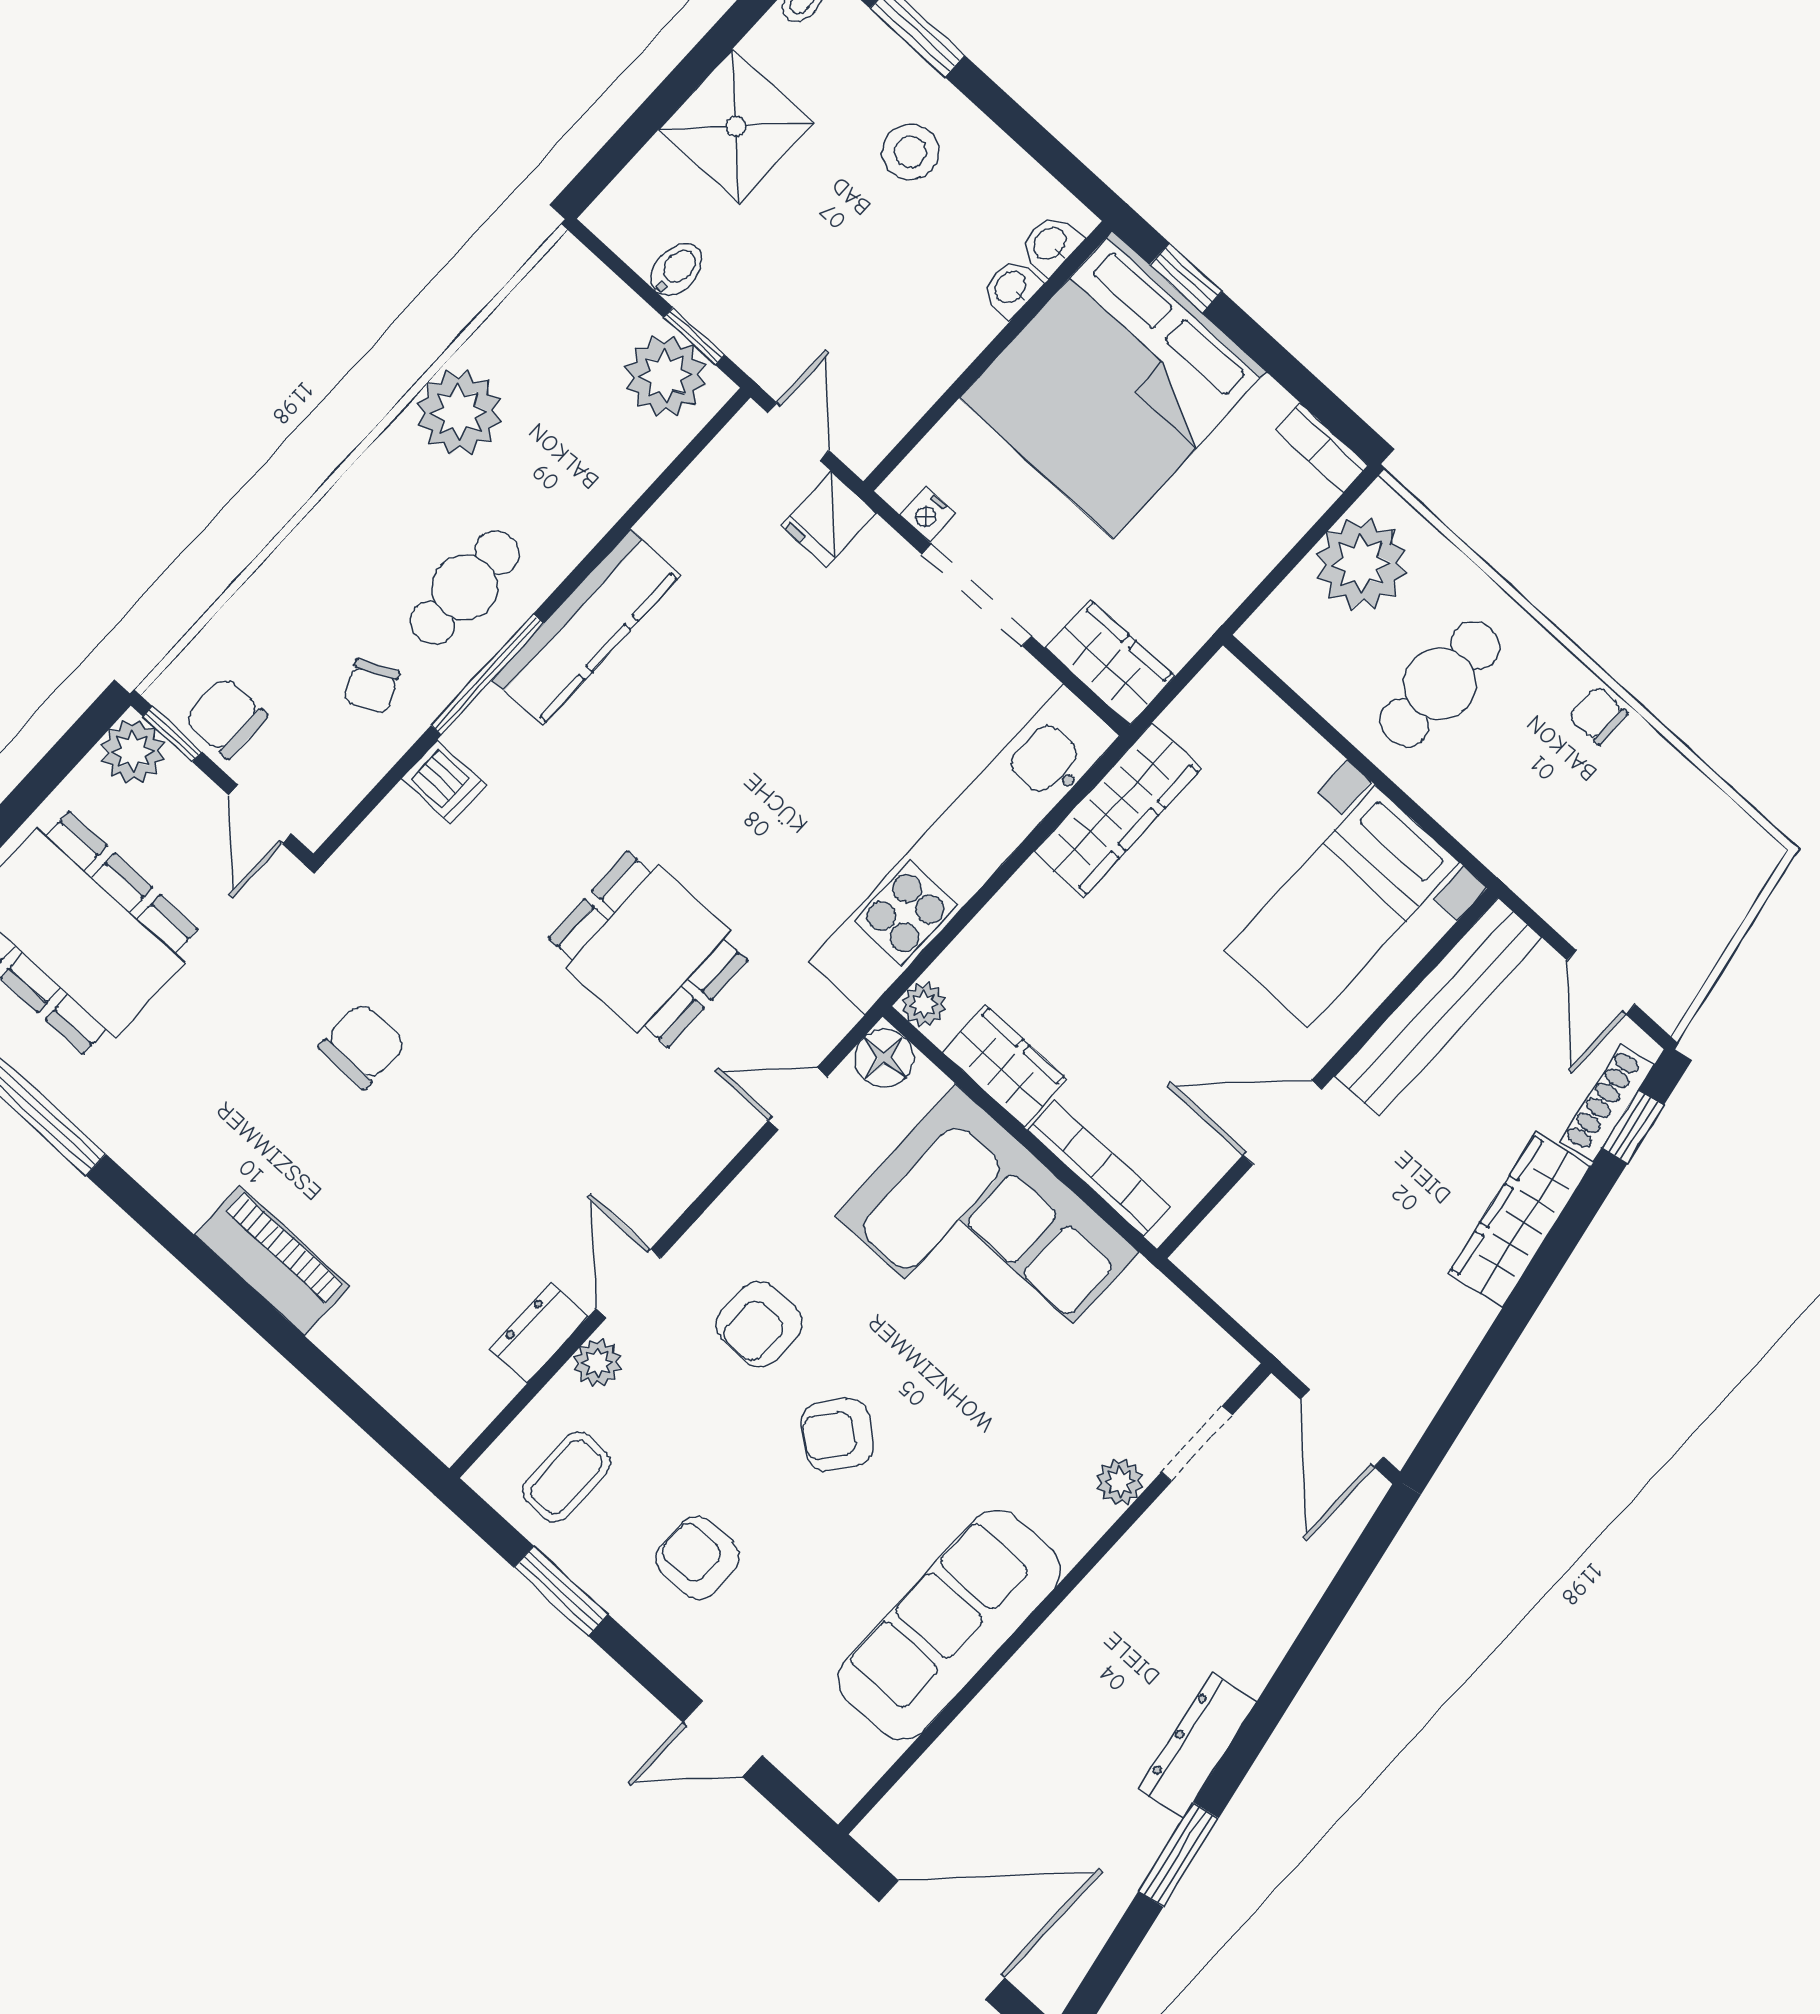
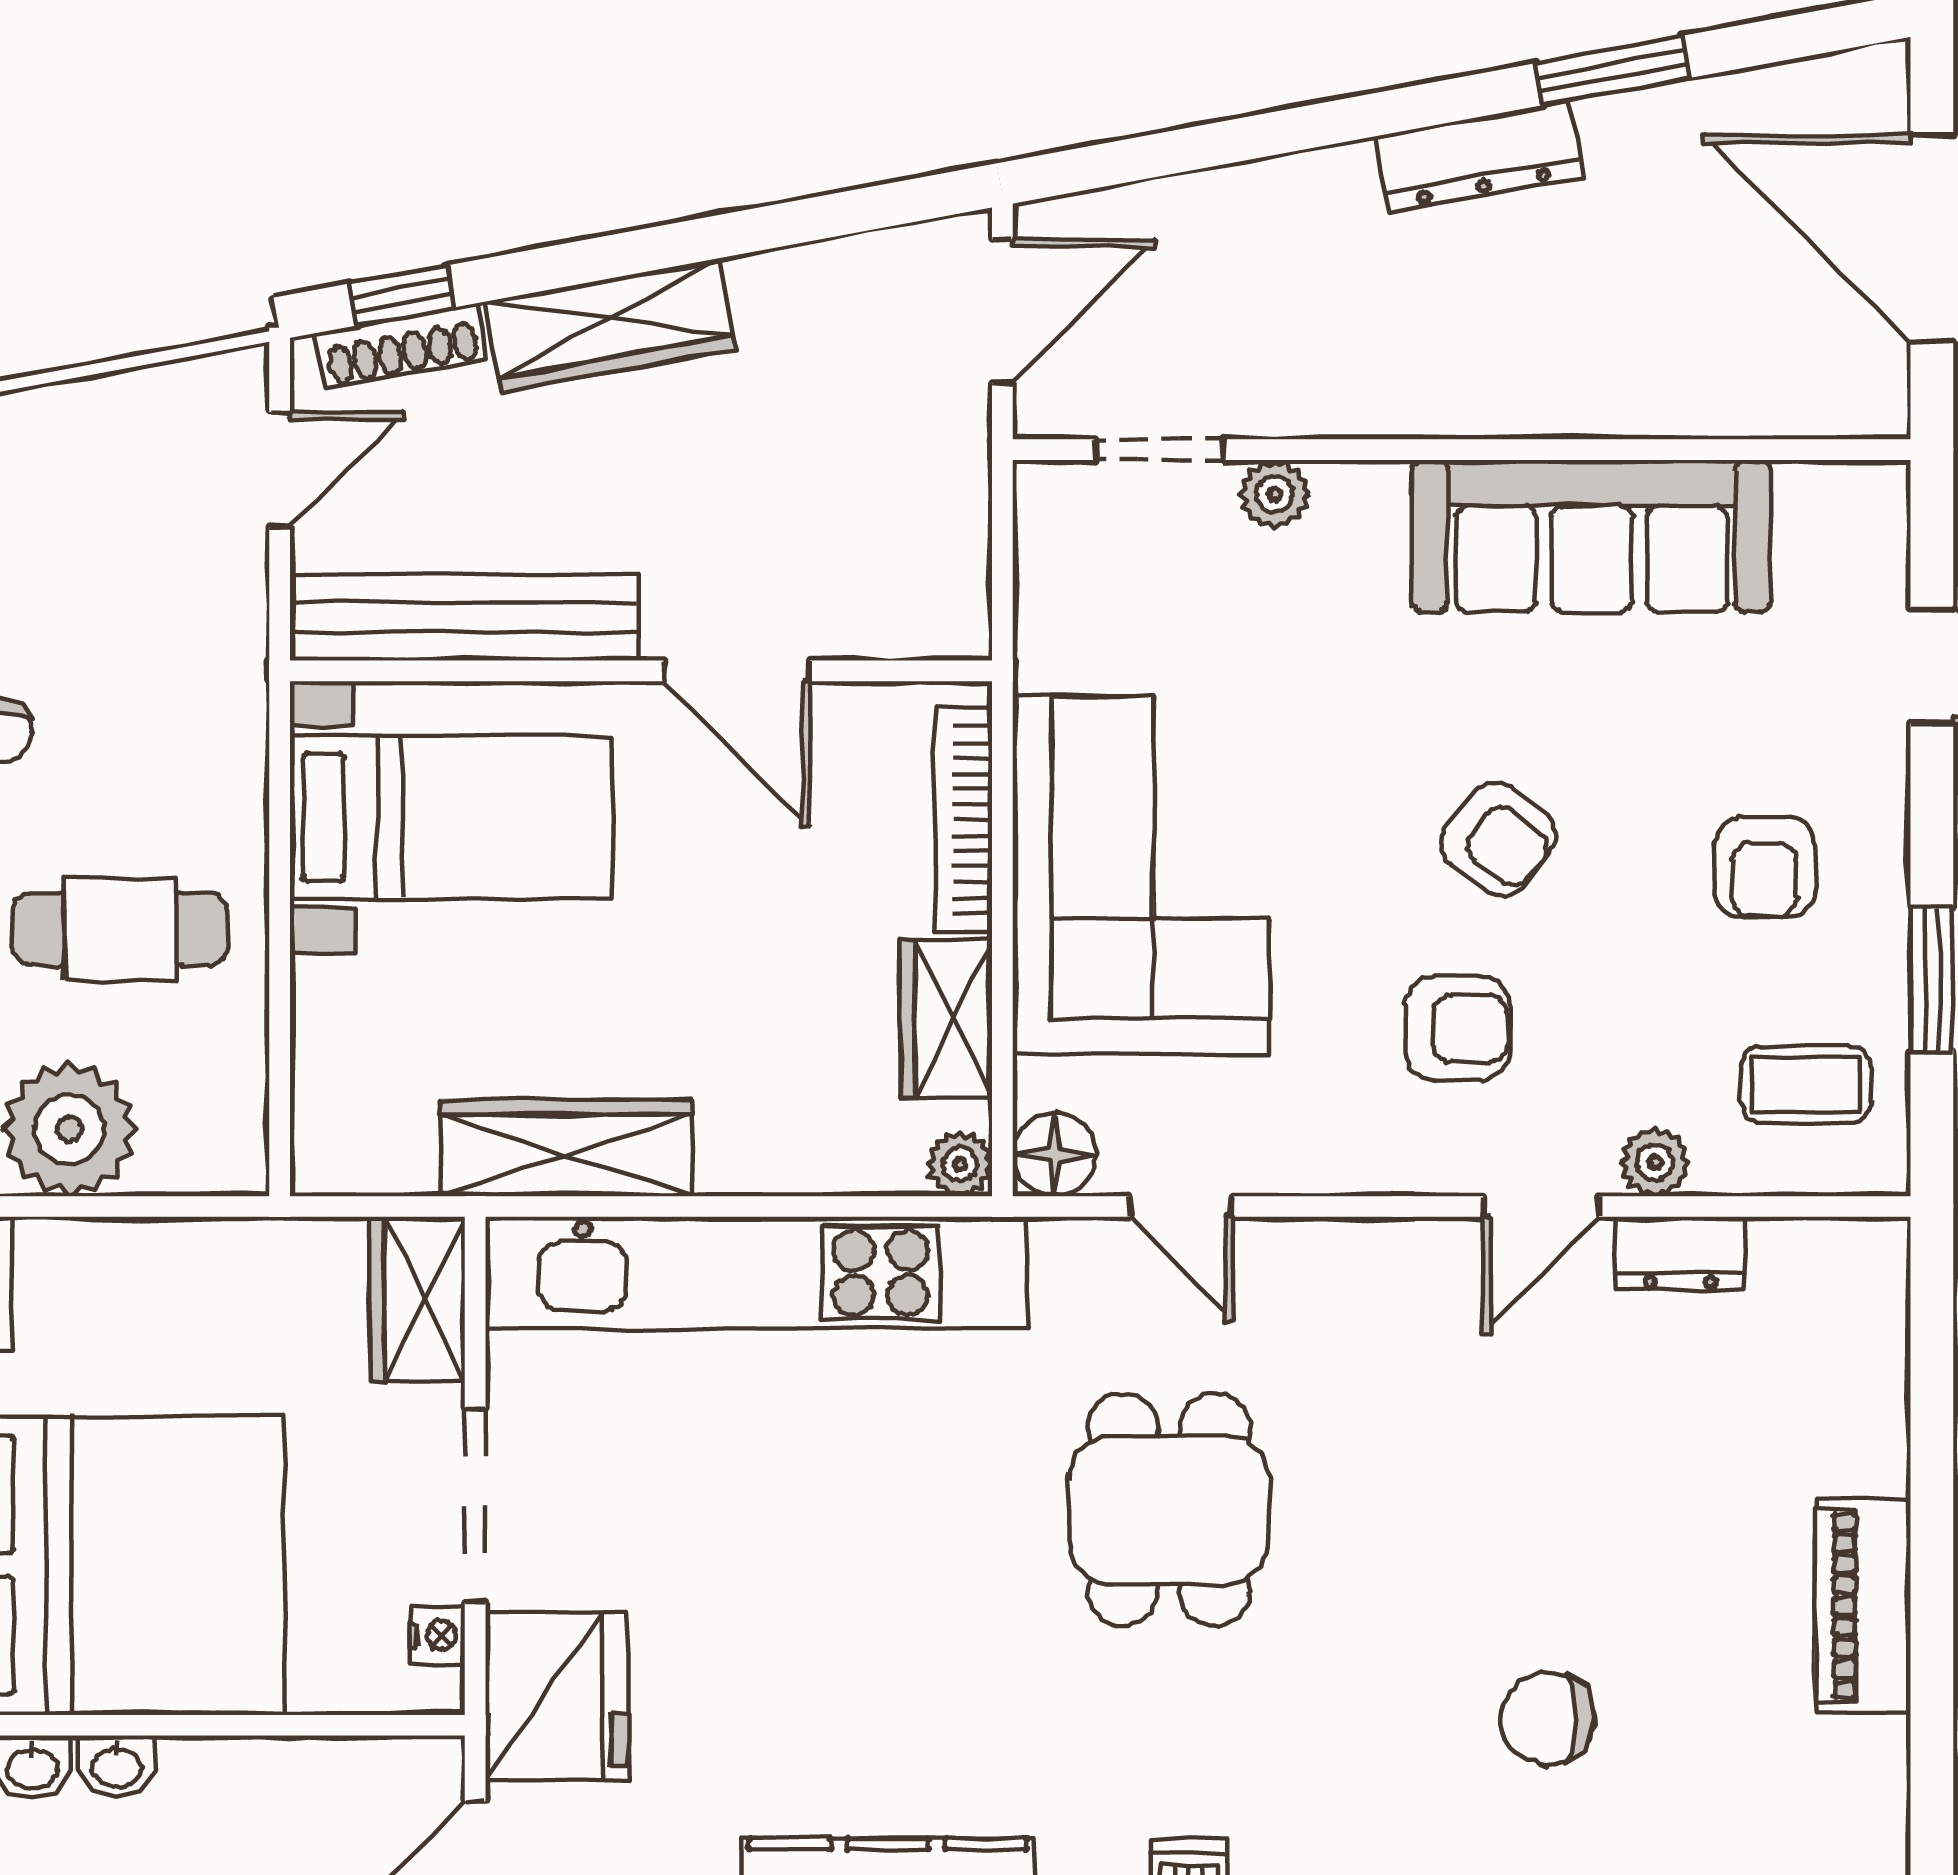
fridge: (829, 519) -> (557, 1696), width x1.88, depth x1.34

